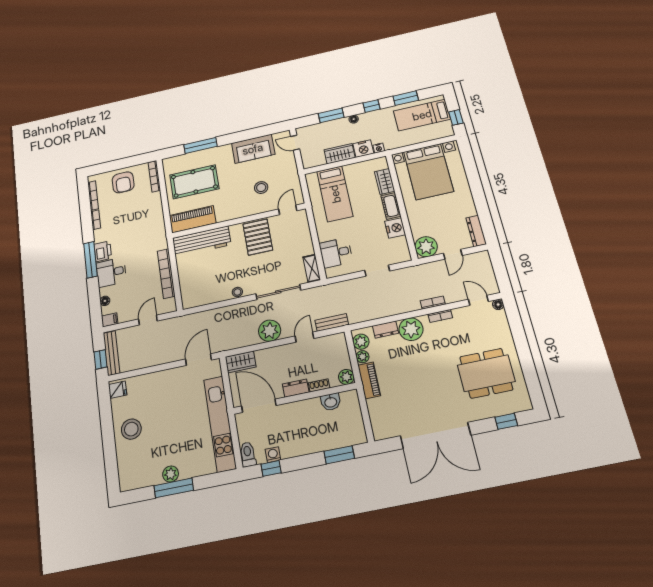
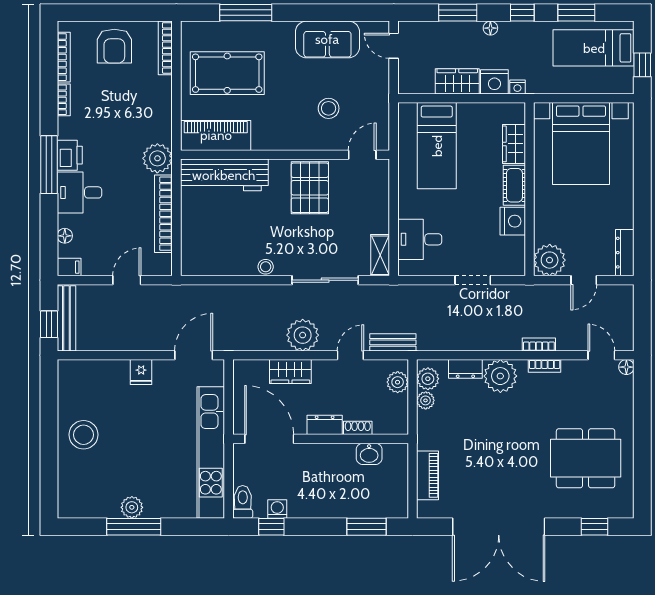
plant: (158, 241) -> (157, 158), added
wardrobe: (241, 362) -> (290, 372), moved
plant: (346, 377) -> (398, 382), moved
piano: (369, 380) -> (428, 475), moved
fridge: (118, 390) -> (141, 372), moved, turned 90

